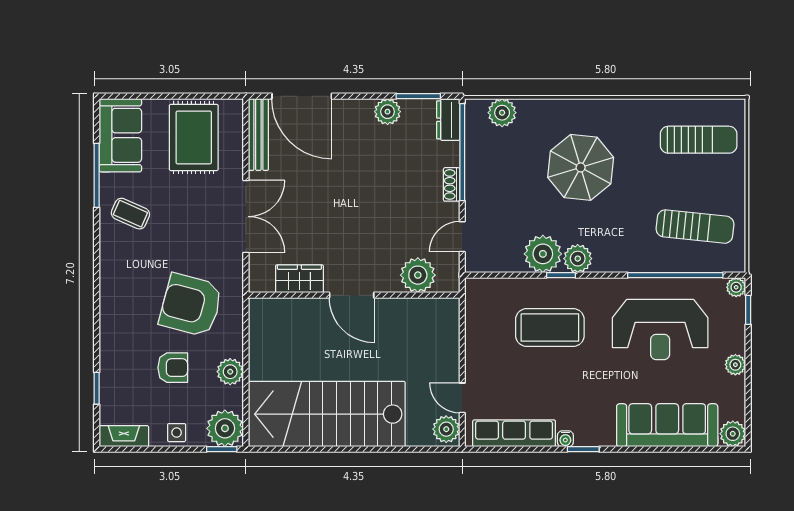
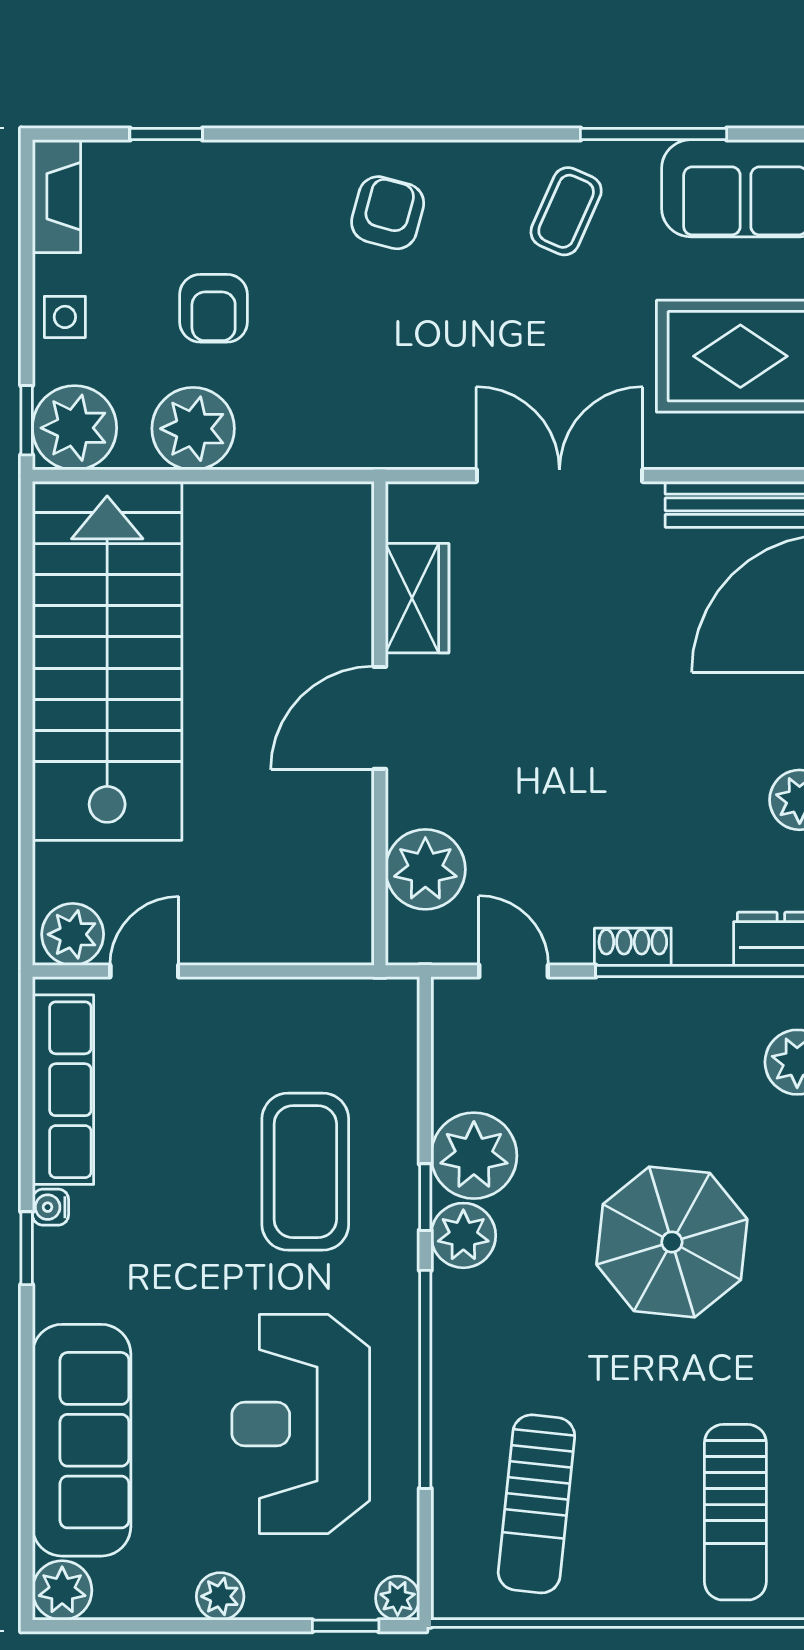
double door: (246, 217) -> (559, 476), swing flipped
window: (675, 275) -> (425, 1379), moved
armchair: (191, 305) -> (388, 213), moved, width x0.53, depth x0.53
plant: (230, 372) -> (193, 429), width x1.36, depth x1.36

